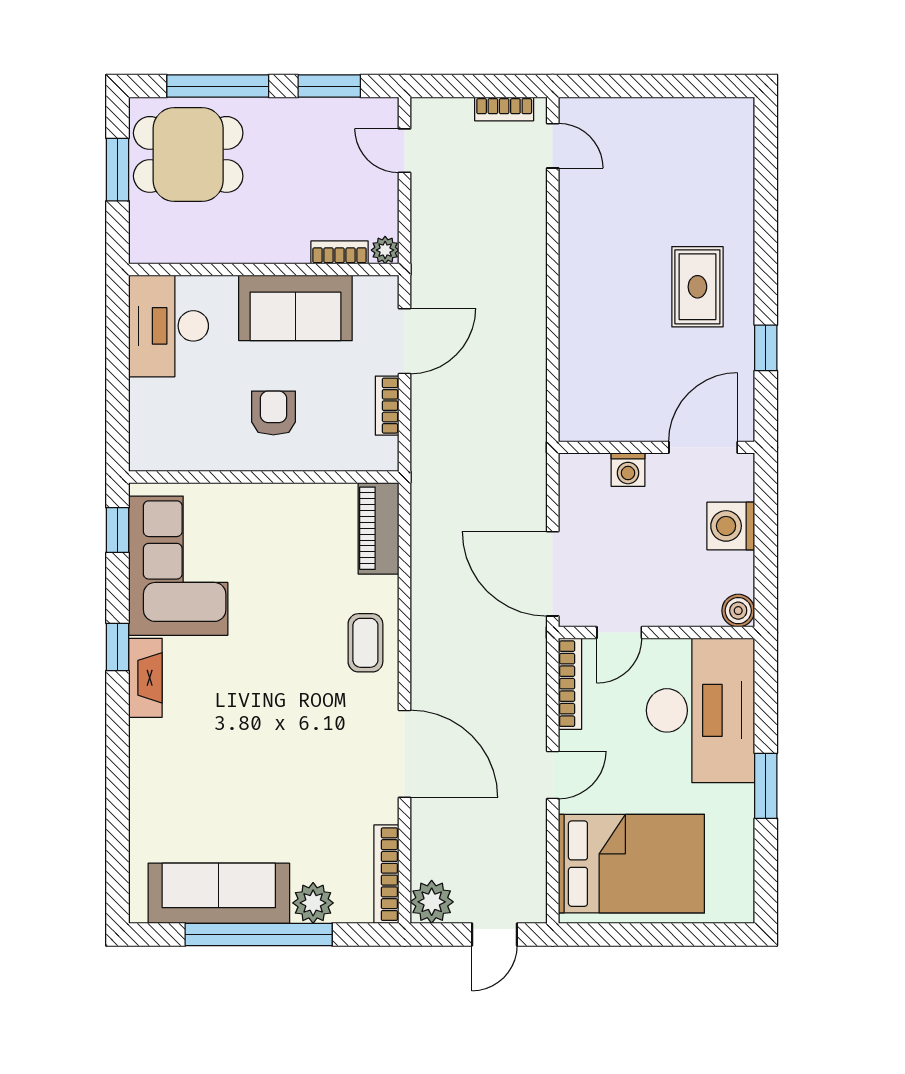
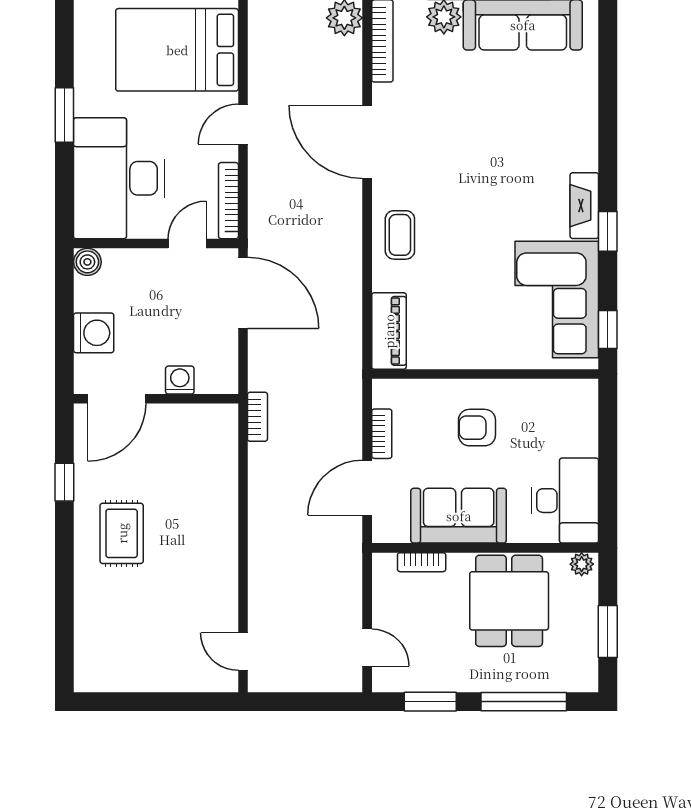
bookcase: (504, 109) -> (257, 417), moved, turned 90
dining table: (188, 154) -> (509, 601), moved, turned 90
plant: (385, 250) -> (582, 564), moved
armchair: (273, 413) -> (477, 428), turned 90

